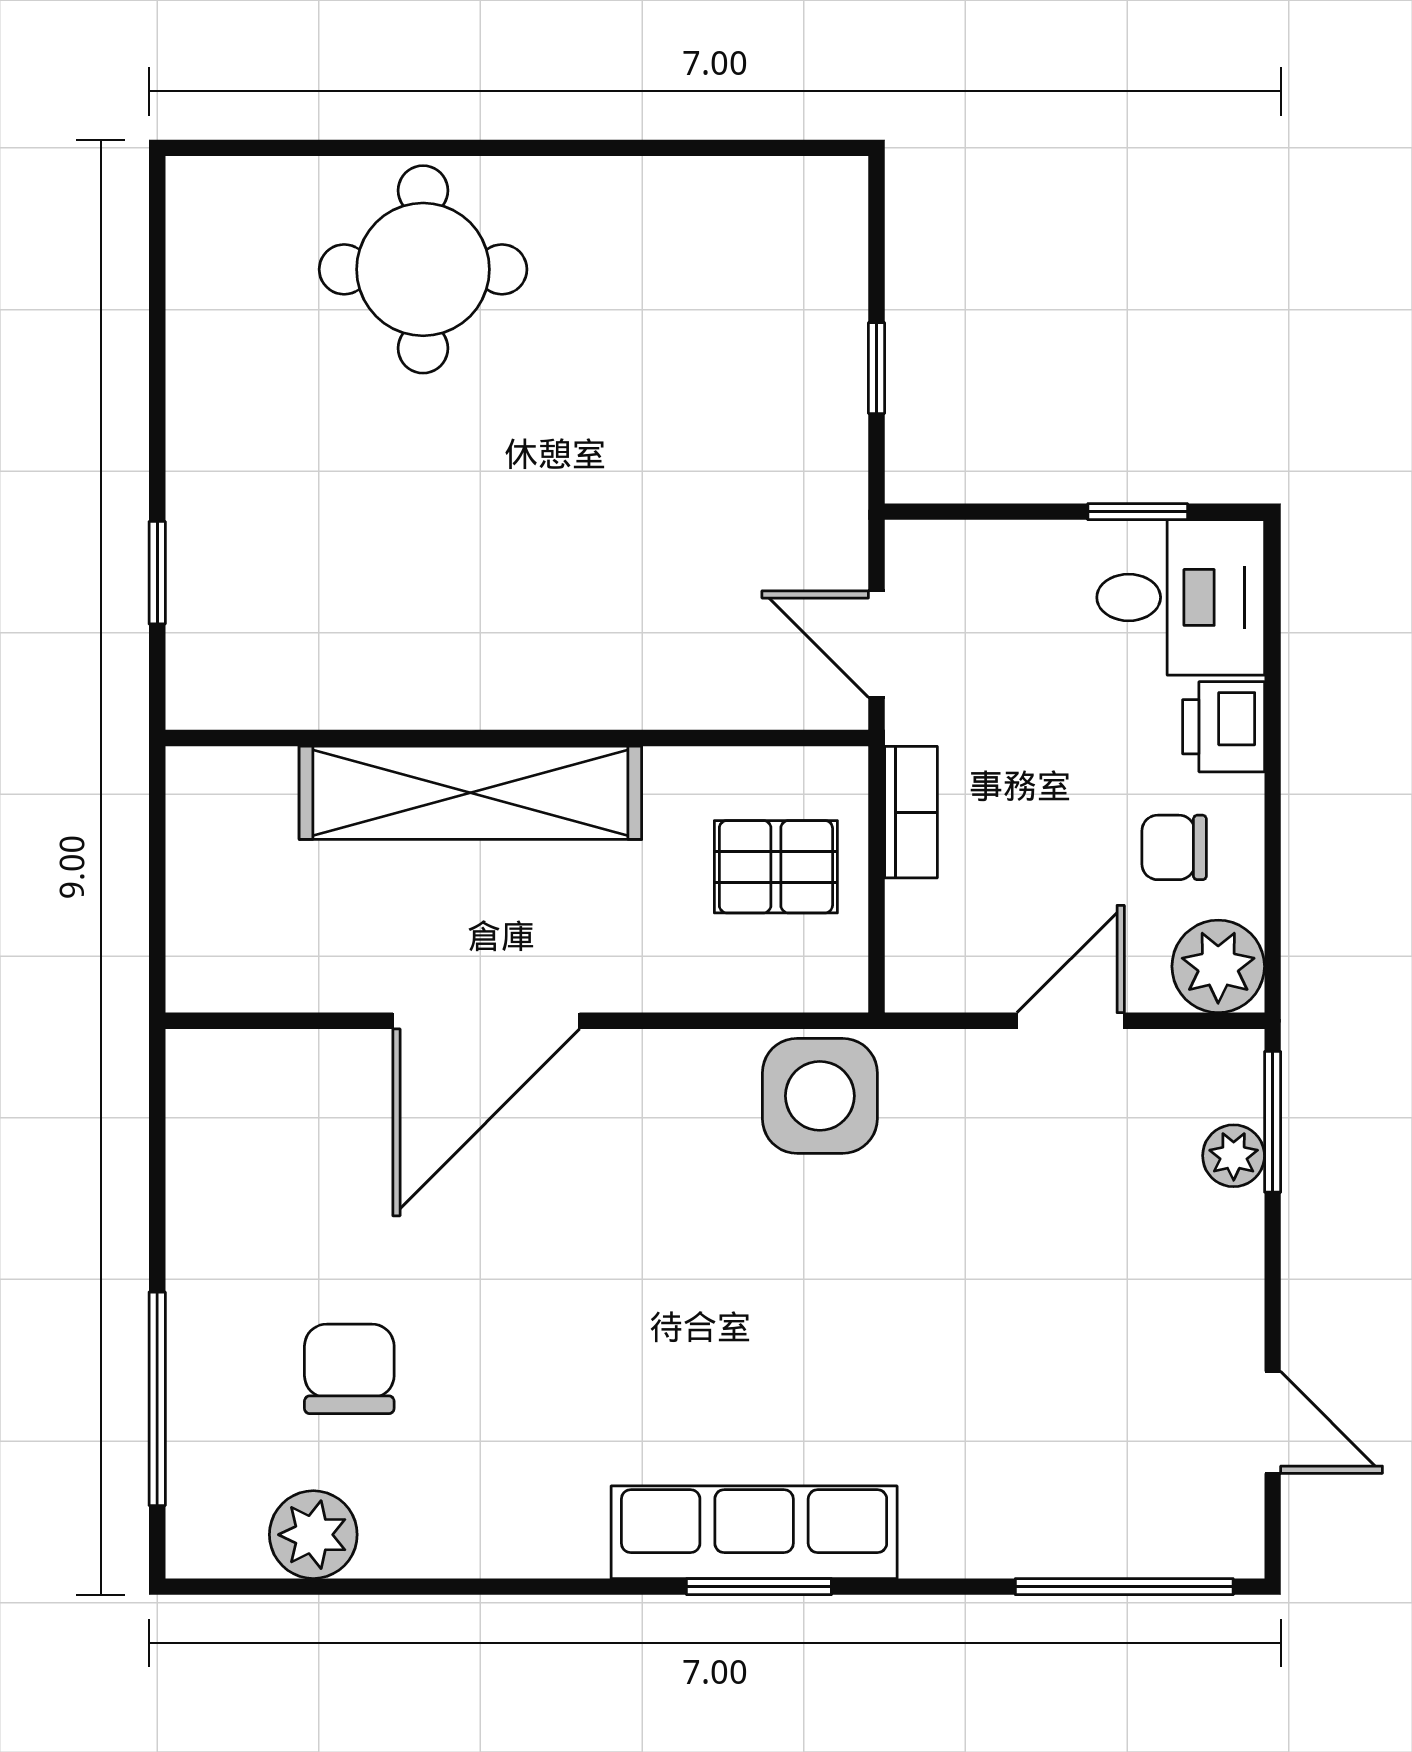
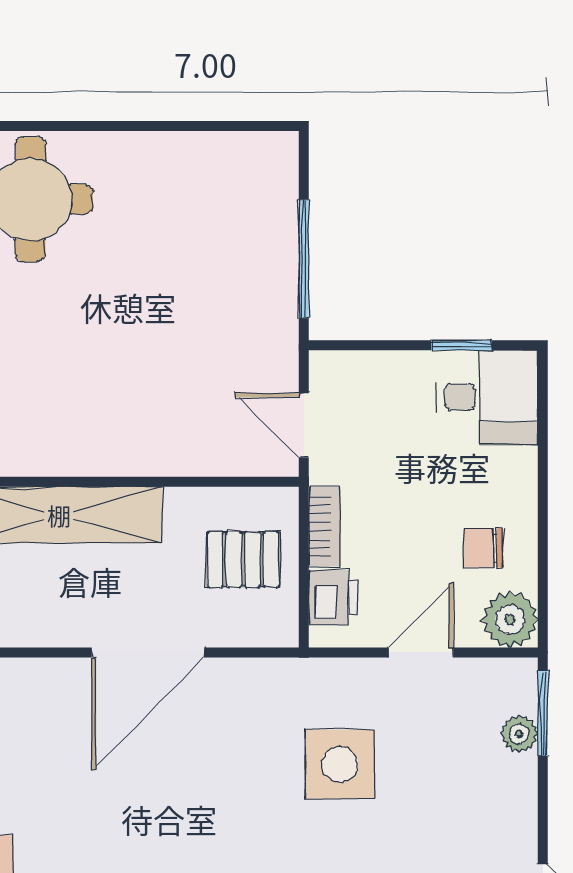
window: (877, 368) -> (304, 259), width x2.17
printer: (1224, 727) -> (333, 597), moved, turned 180
door: (486, 1021) -> (148, 652), moved
side table: (820, 1096) -> (340, 764), moved

